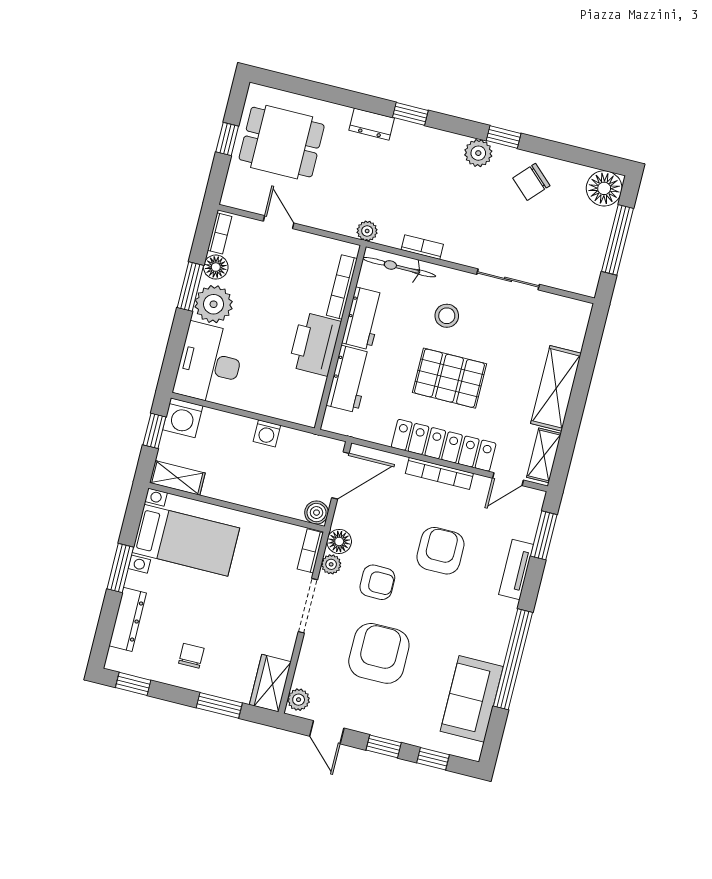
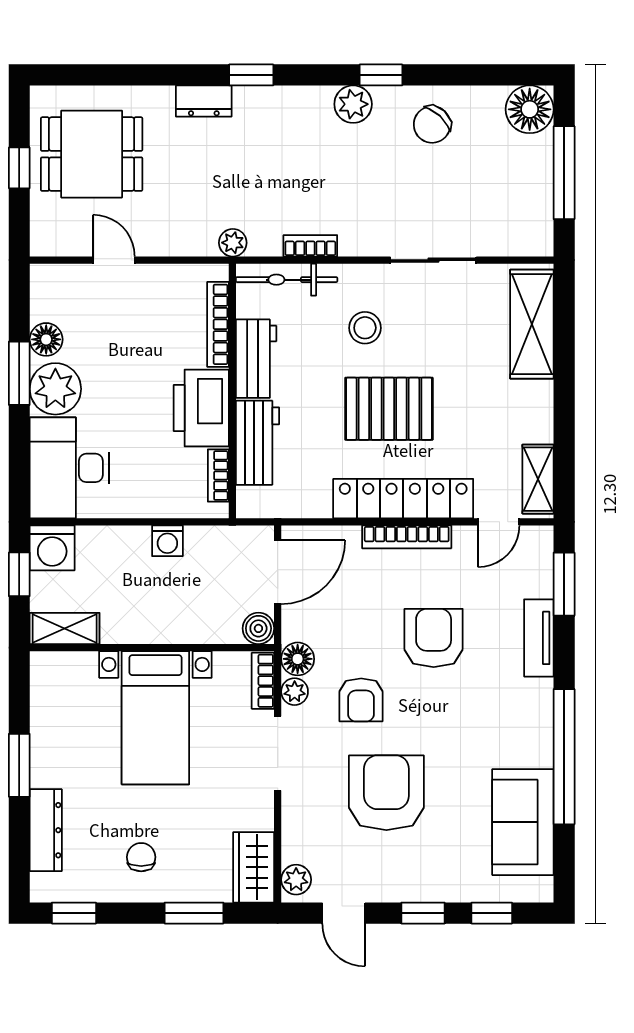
bookcase: (220, 233) -> (218, 476), moved, turned 180
shelving: (556, 388) -> (532, 324), moved
bed with nightstands: (186, 540) -> (155, 718), moved, turned 90
armchair: (377, 582) -> (361, 700), turned 90

